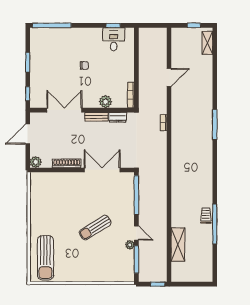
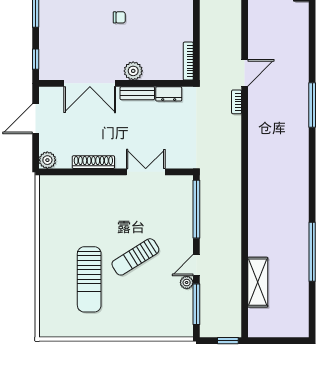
door: (169, 77) -> (245, 73), moved
plant: (106, 102) -> (133, 71), moved
double door: (64, 110) -> (90, 83), swing flipped
double door: (102, 170) -> (146, 172), width x0.73
trolley: (206, 216) -> (299, 239), removed
door: (136, 233) -> (196, 265), swing flipped
sun lounger: (45, 258) -> (89, 279), moved

